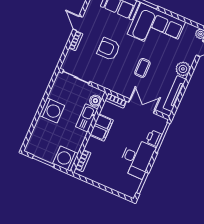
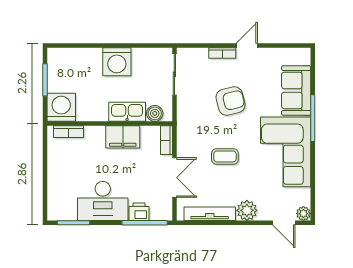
armchair: (109, 49) -> (230, 101), turned 76

